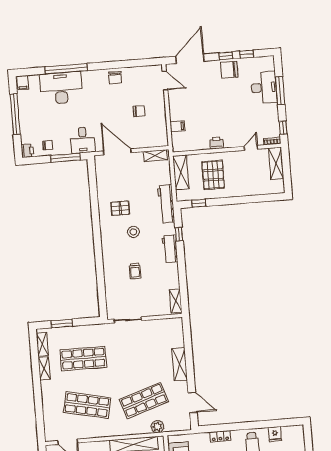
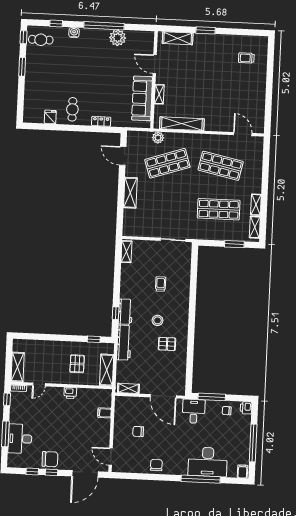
pallet: (213, 175) -> (77, 364), width x0.67, depth x0.71
workbench: (170, 249) -> (125, 312), moved

